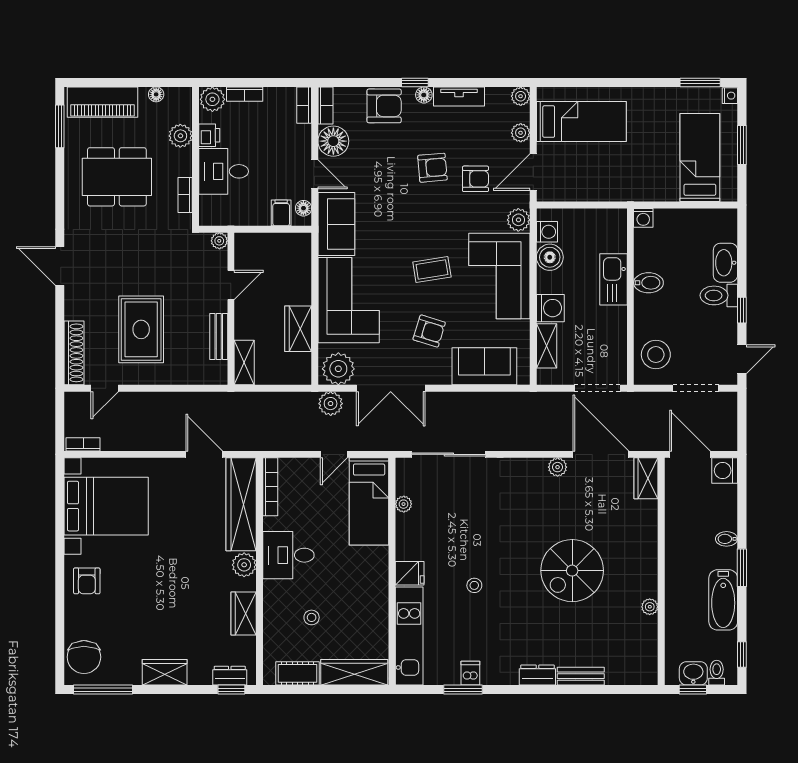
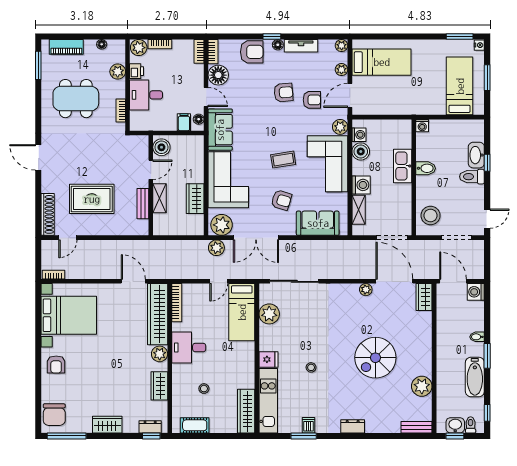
piano: (102, 102) -> (66, 47), width x0.73, depth x0.75
plant: (219, 241) -> (143, 141), removed
boiler: (247, 251) -> (161, 147), added
window: (742, 310) -> (487, 163), moved
rug: (141, 329) -> (92, 199), turned 90
shelving: (244, 363) -> (160, 198), moved
plant: (404, 504) -> (269, 314), width x1.88, depth x1.88
plant: (650, 607) -> (422, 386), width x1.87, depth x1.87
wardrobe: (354, 672) -> (246, 411), moved, turned -90
bench: (581, 676) -> (417, 427), moved

